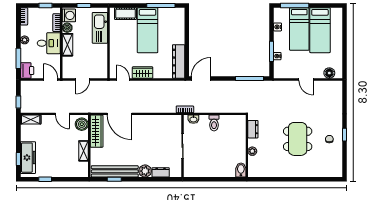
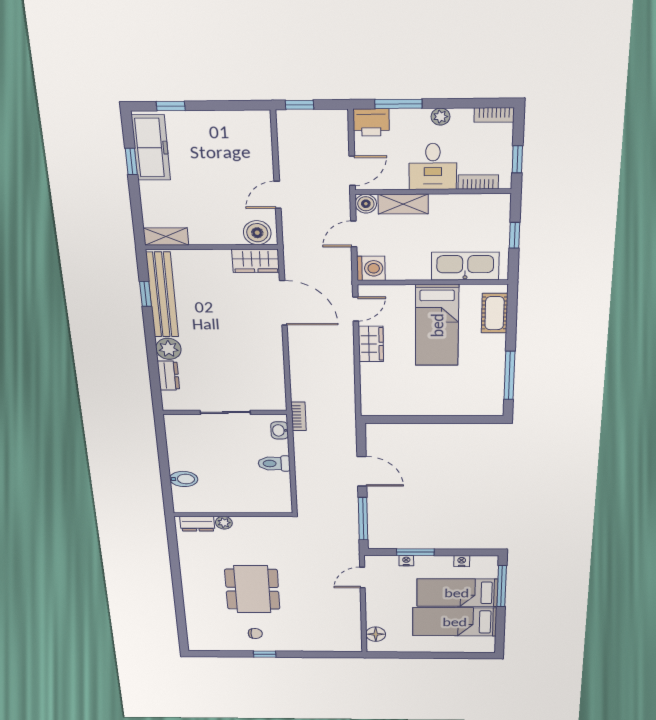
washing machine: (69, 15) -> (371, 268), moved, turned -90
boiler: (67, 28) -> (366, 204), moved
bed: (148, 30) -> (437, 325), moved, turned -90
shelving: (67, 45) -> (403, 204), moved
dresser: (179, 61) -> (395, 406), removed
door: (201, 78) -> (362, 471), moved
door: (83, 79) -> (354, 234), hinge flipped
door: (306, 79) -> (362, 578), moved
door: (120, 114) -> (283, 303), swing flipped
shelving: (31, 119) -> (261, 131), removed
dresser: (253, 129) -> (197, 524), moved
wardrobe: (97, 131) -> (256, 261), width x0.67
dining table: (298, 139) -> (252, 589), turned 90
shelving: (83, 151) -> (166, 237), moved
freezer: (28, 158) -> (151, 148), moved, turned -90
bidet: (241, 170) -> (184, 479), moved

